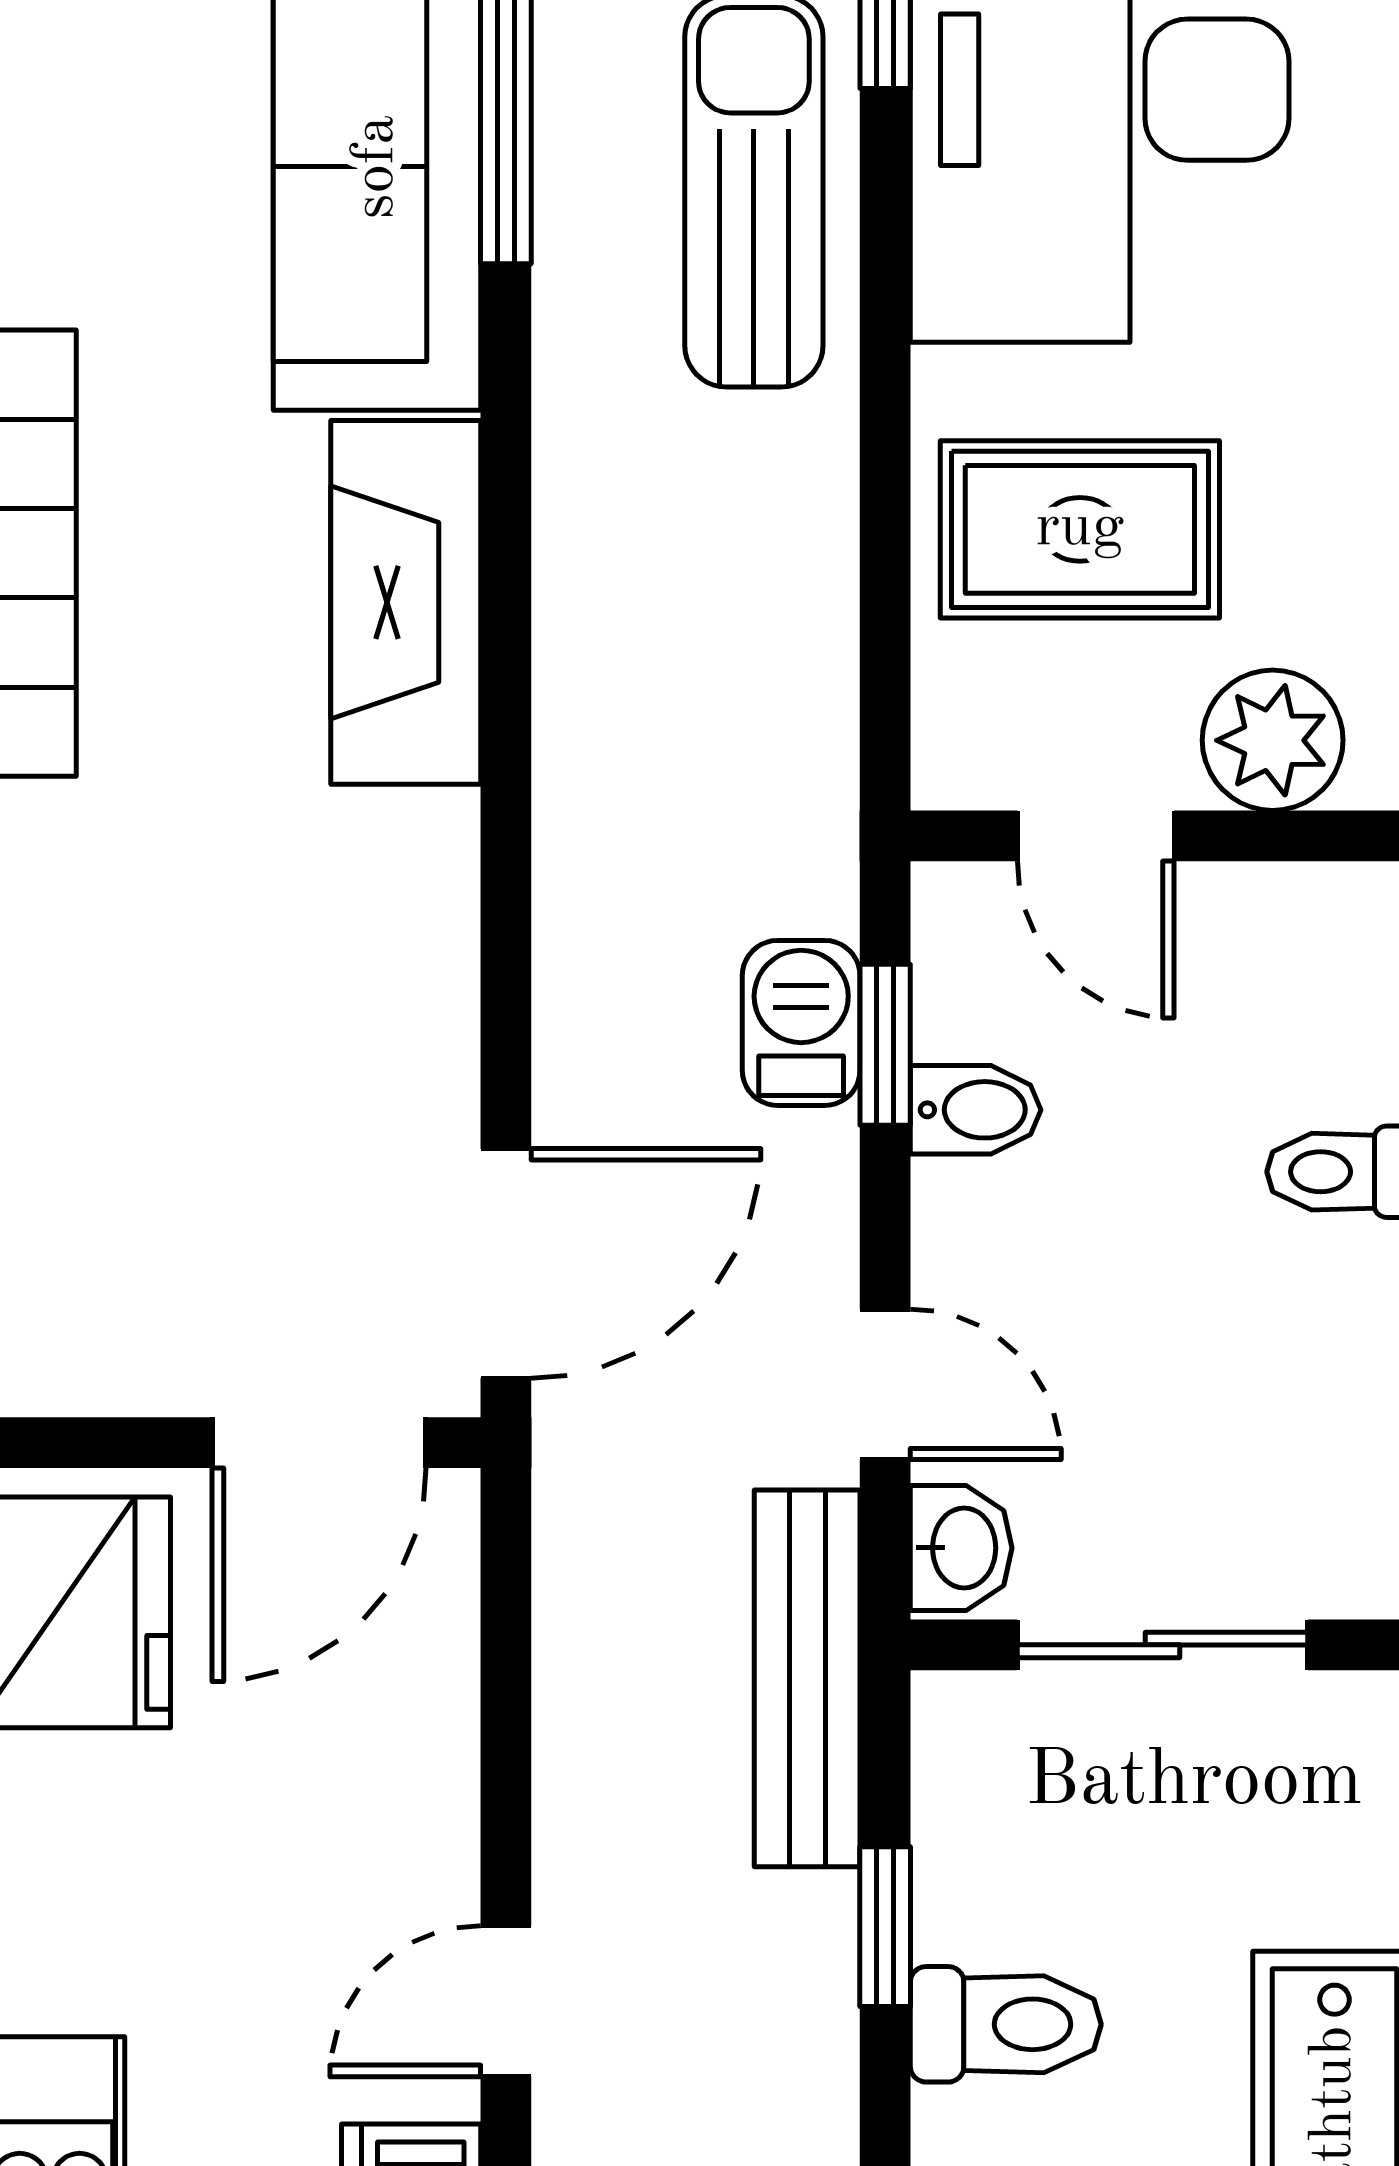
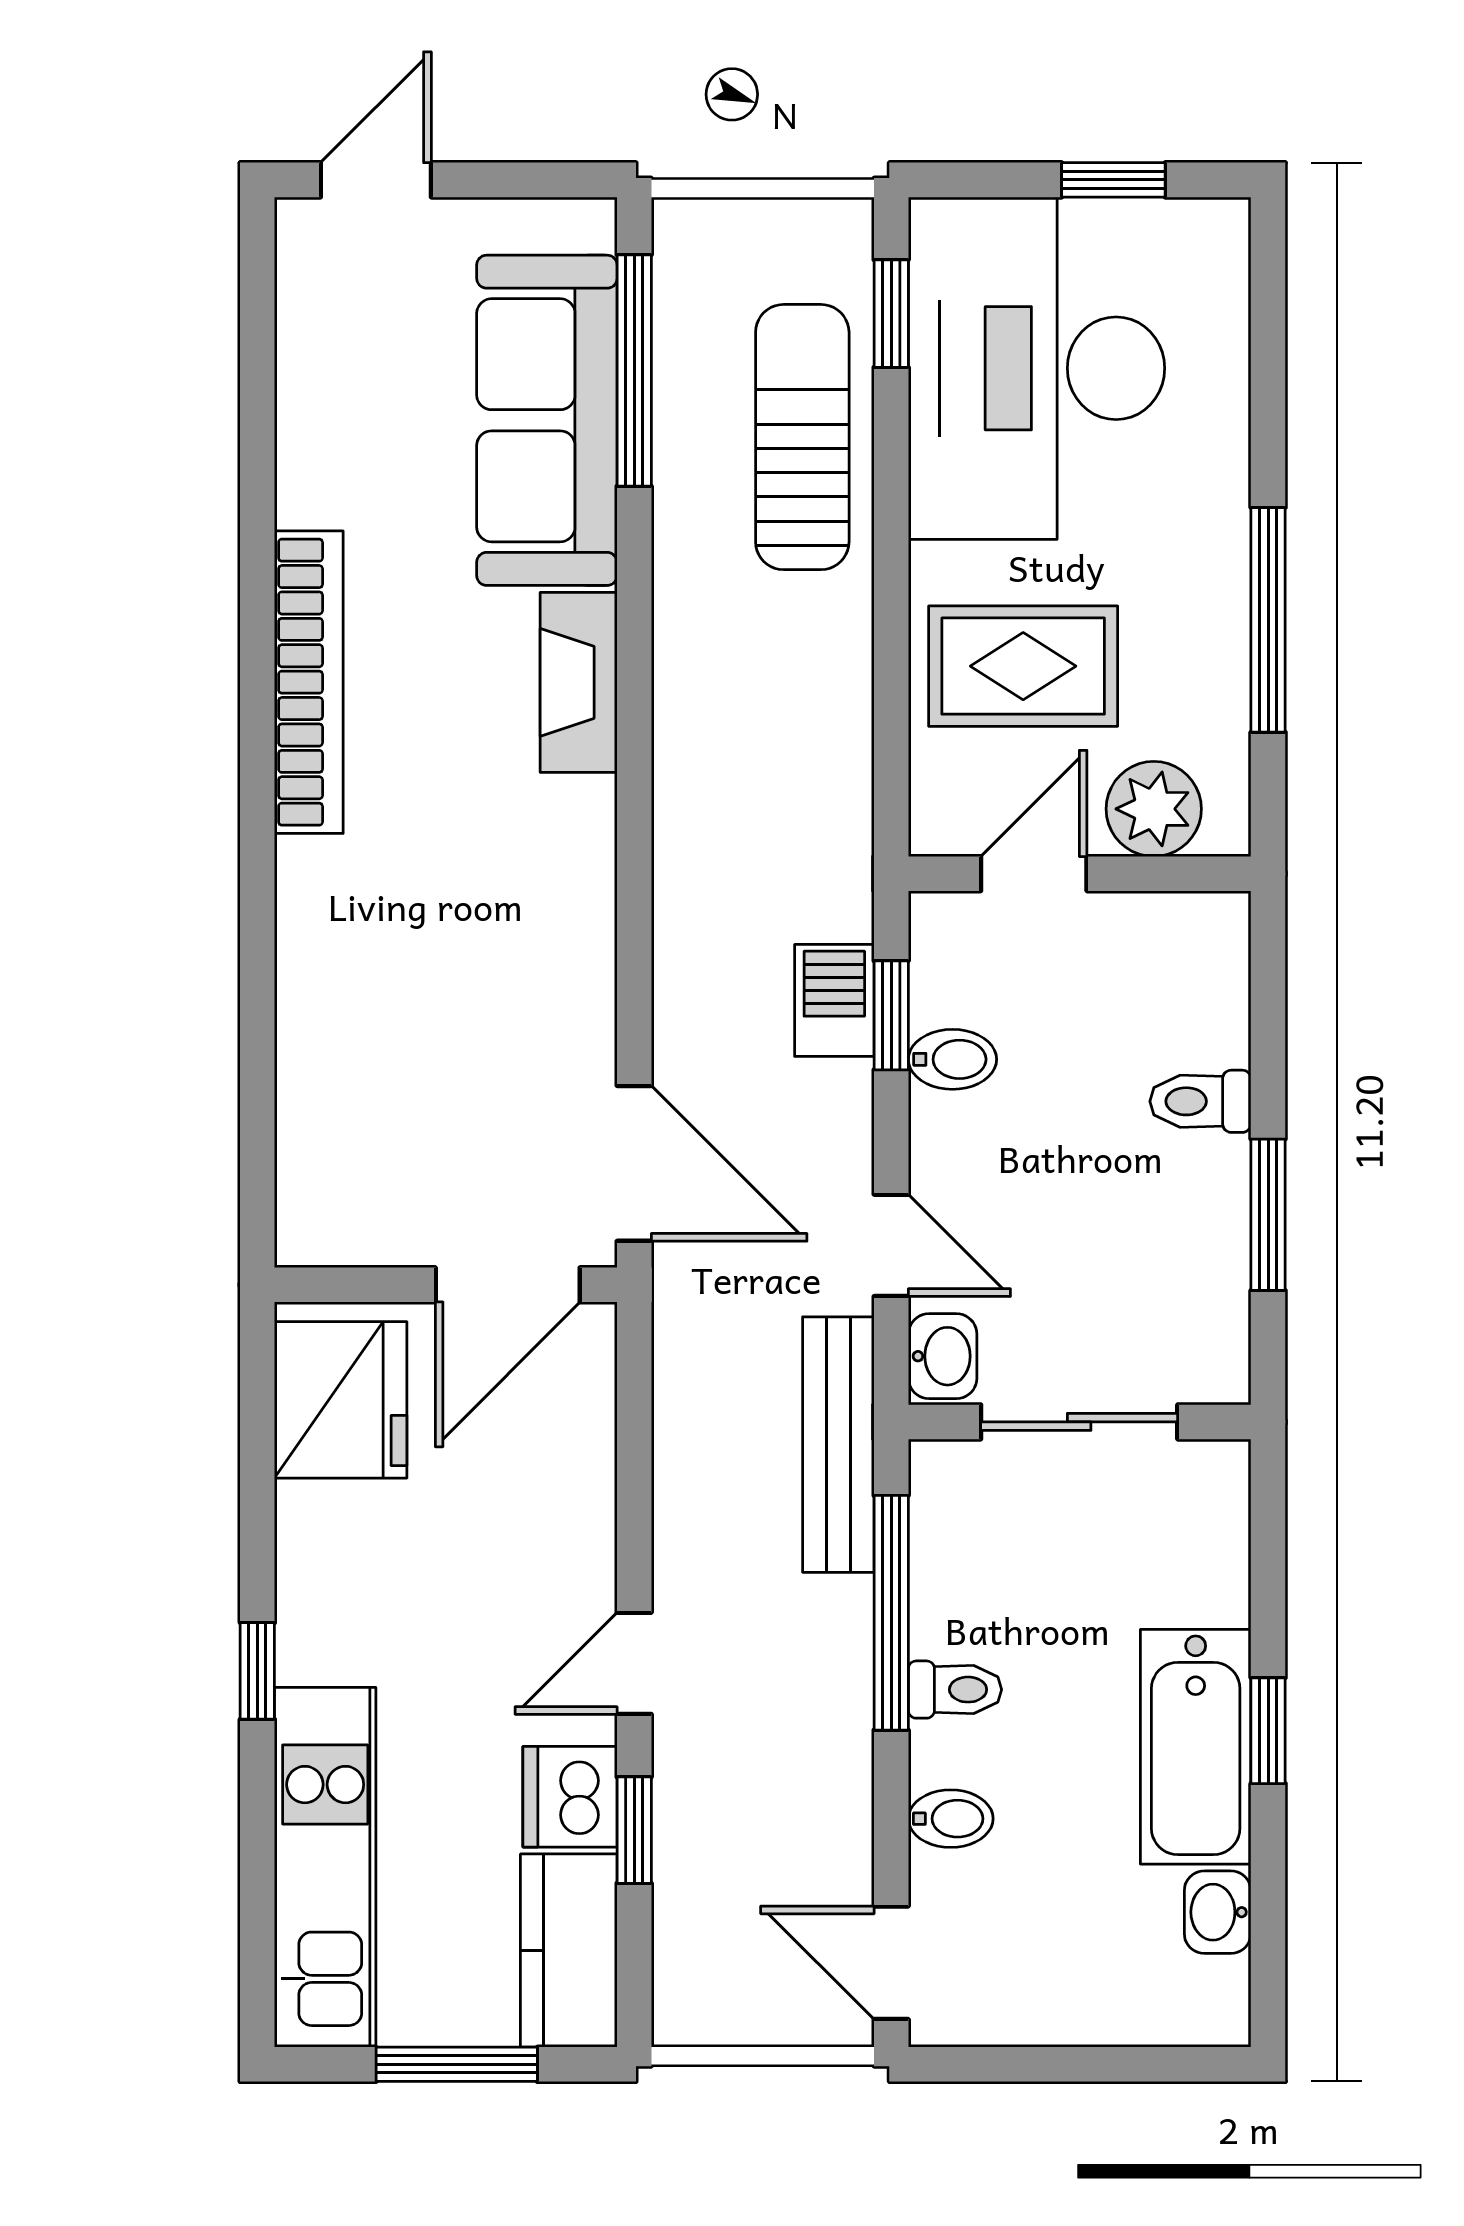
fireplace: (406, 602) -> (579, 682), width x0.73, depth x0.76
door: (1096, 836) -> (1034, 874), swing flipped
door: (506, 1263) -> (634, 1163), hinge flipped
window: (885, 1927) -> (891, 1613), width x2.17
toilet: (1006, 2024) -> (955, 1690), width x0.73, depth x0.72

